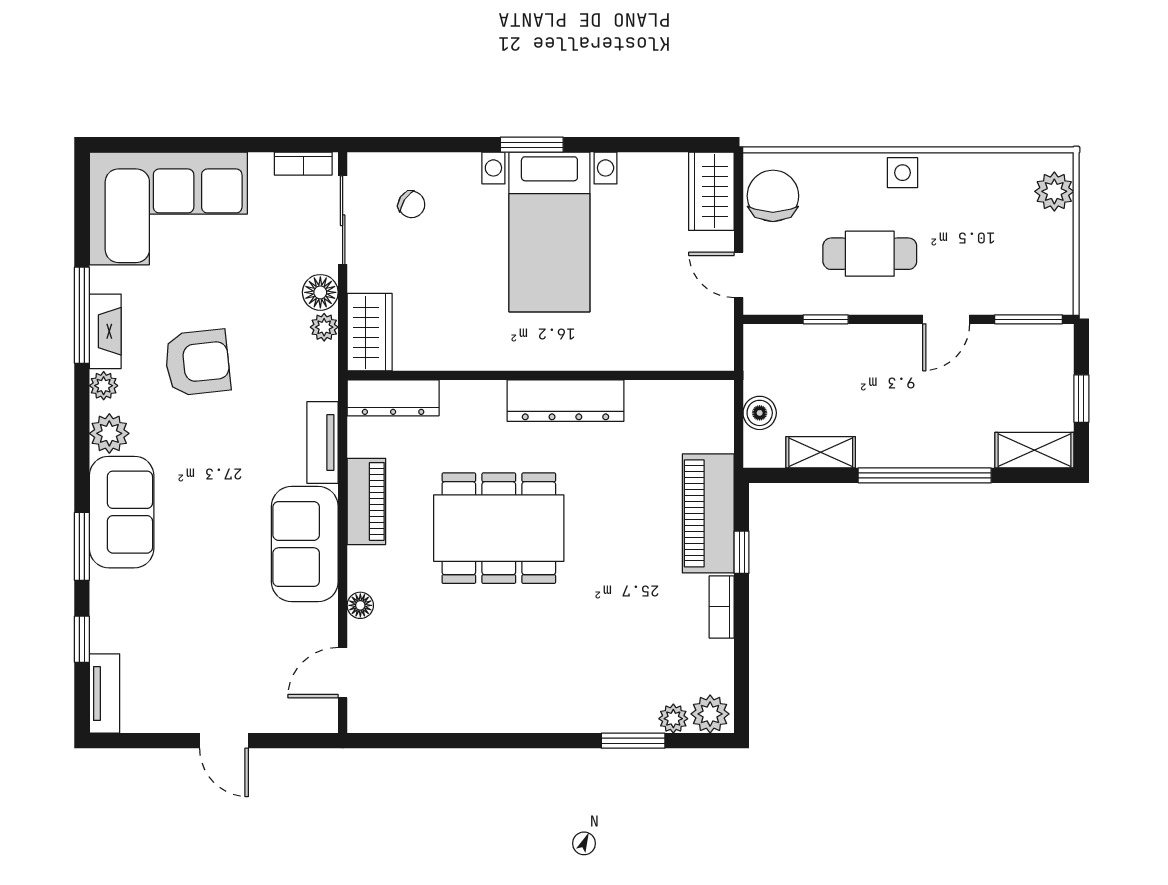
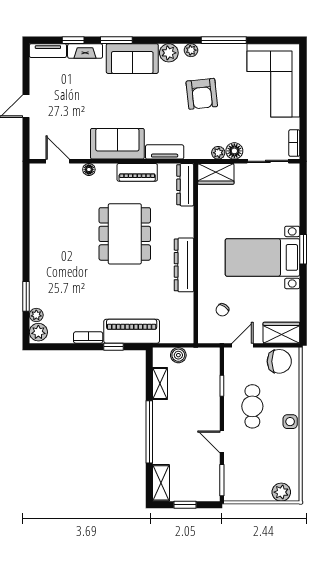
chair: (412, 204) -> (222, 310), moved
fireplace: (105, 331) -> (85, 51), moved

